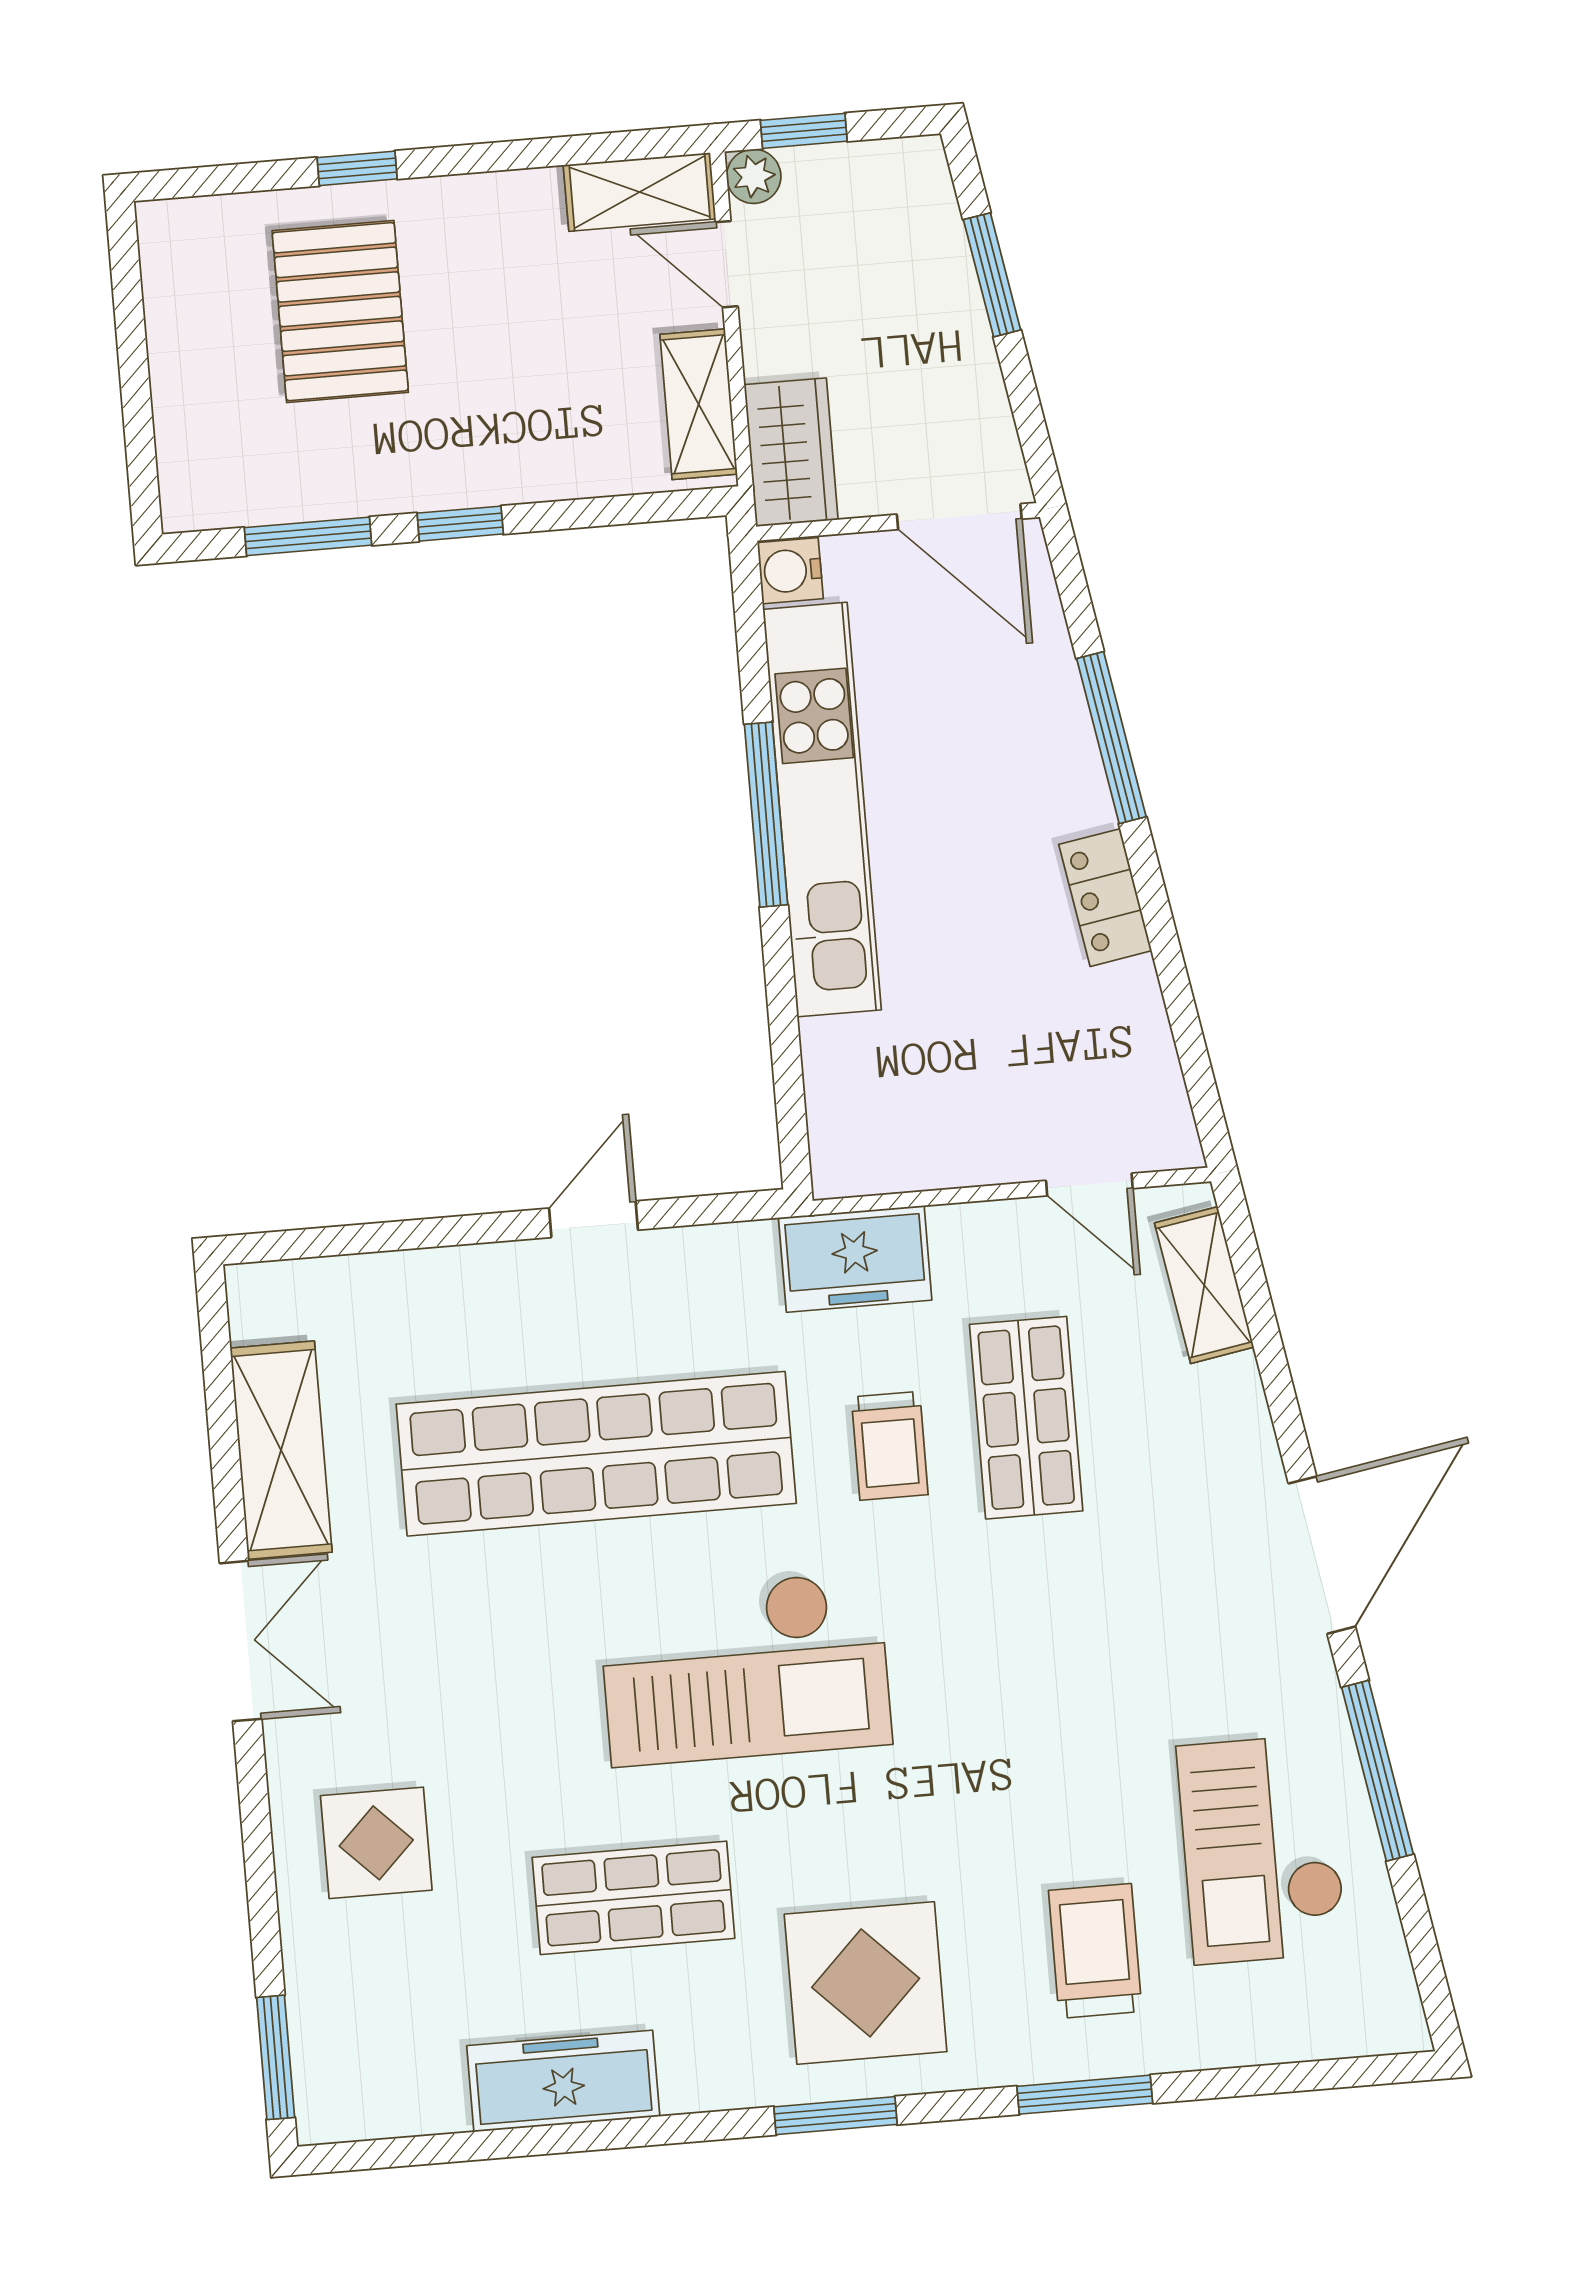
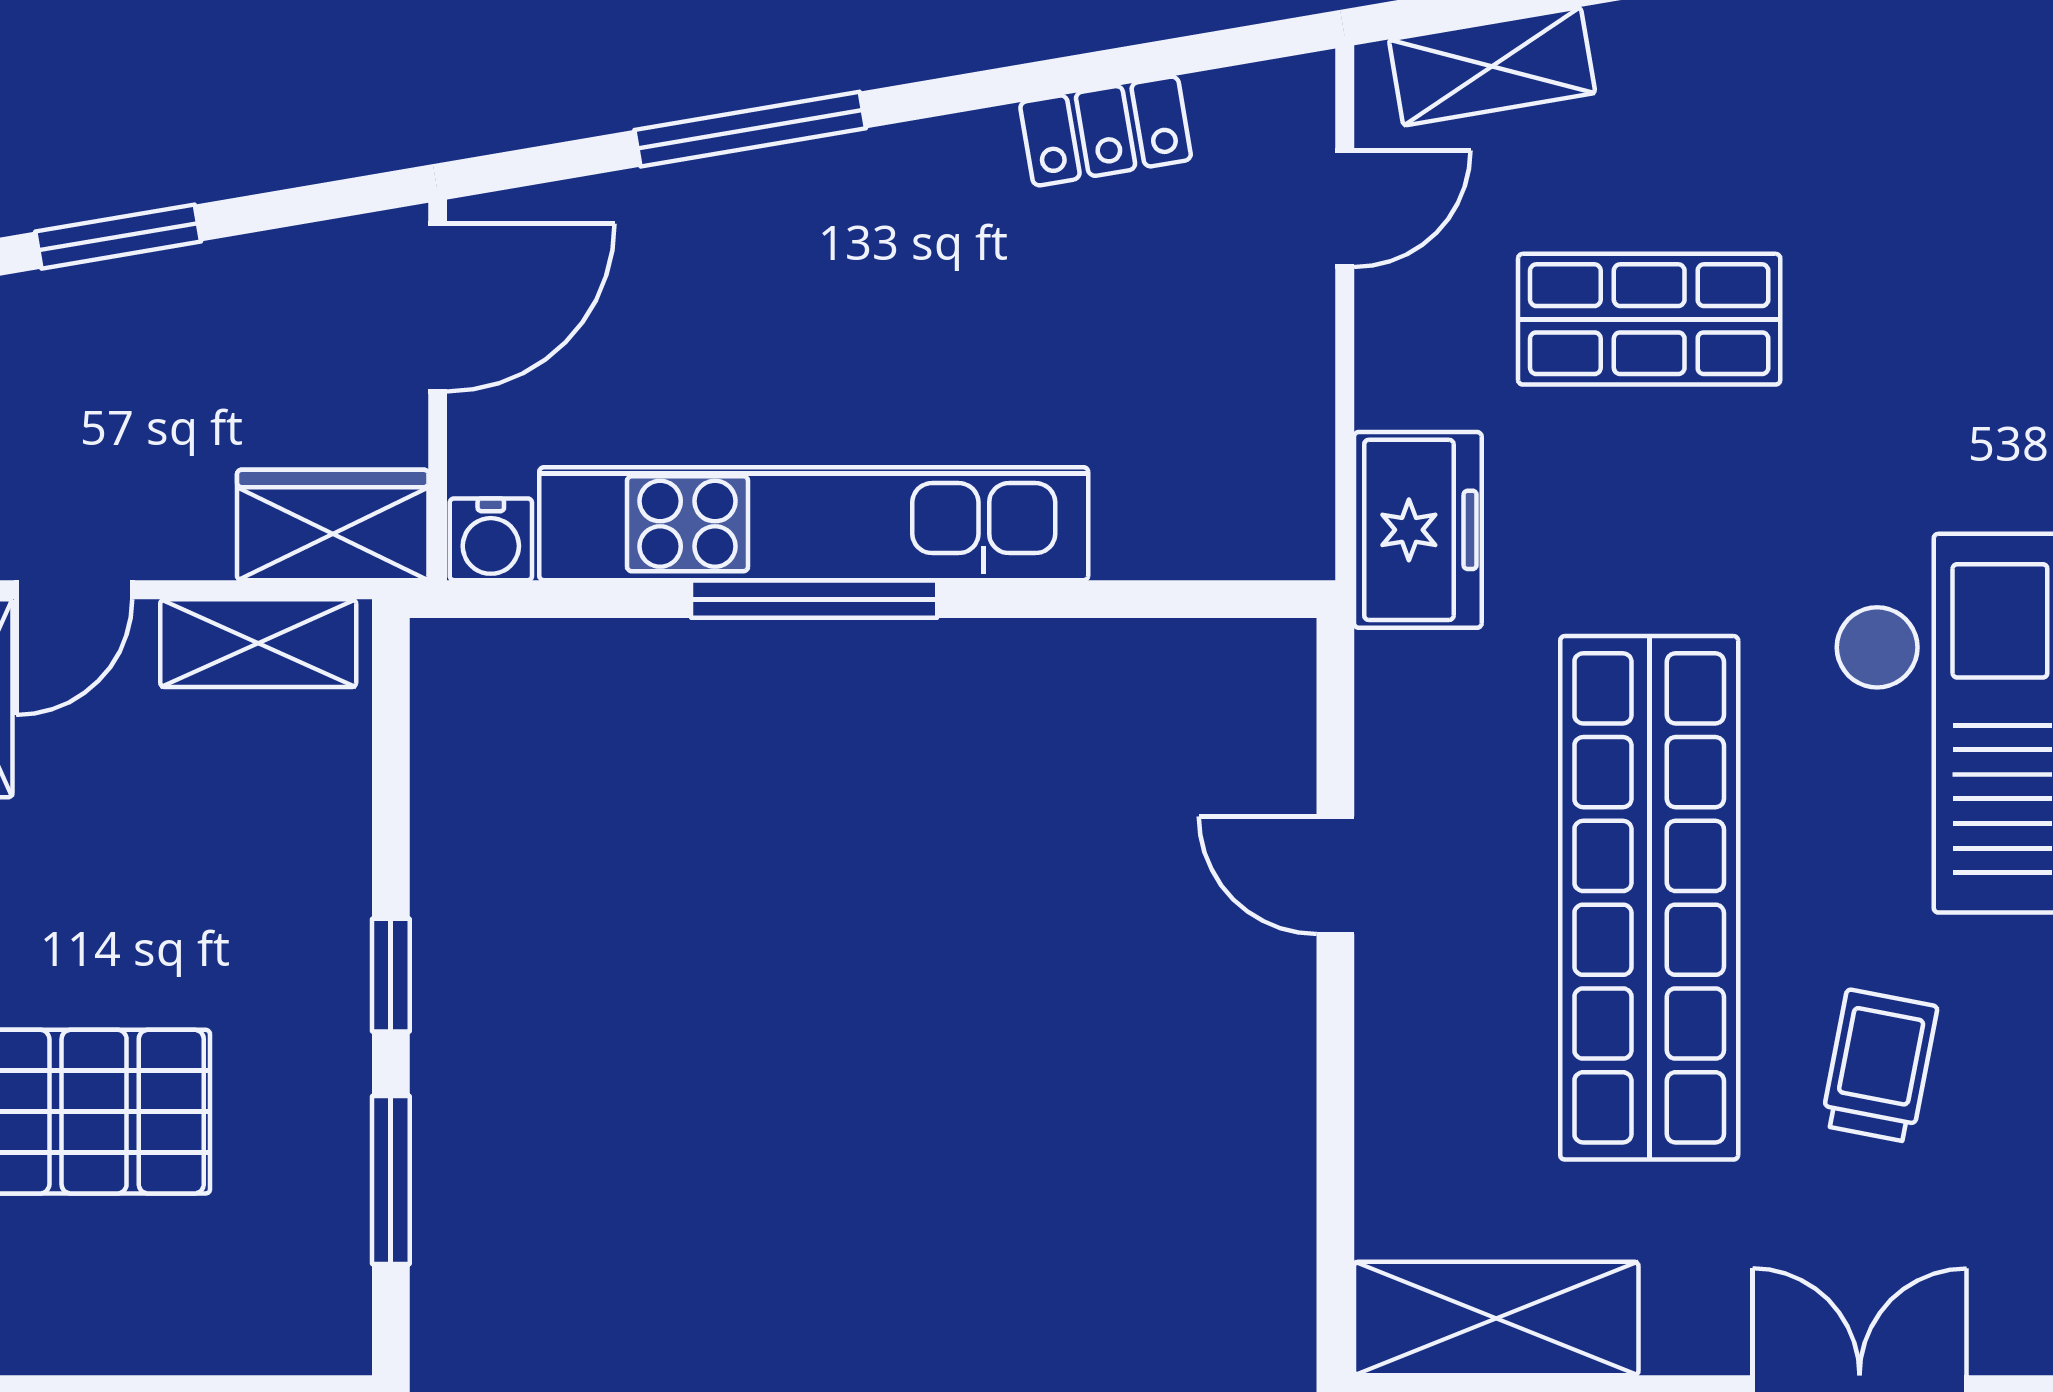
locker: (1105, 898) -> (1106, 131), moved
trolley: (890, 1446) -> (1879, 1066), moved, turned -79
shelving: (281, 1450) -> (1496, 1319), moved

